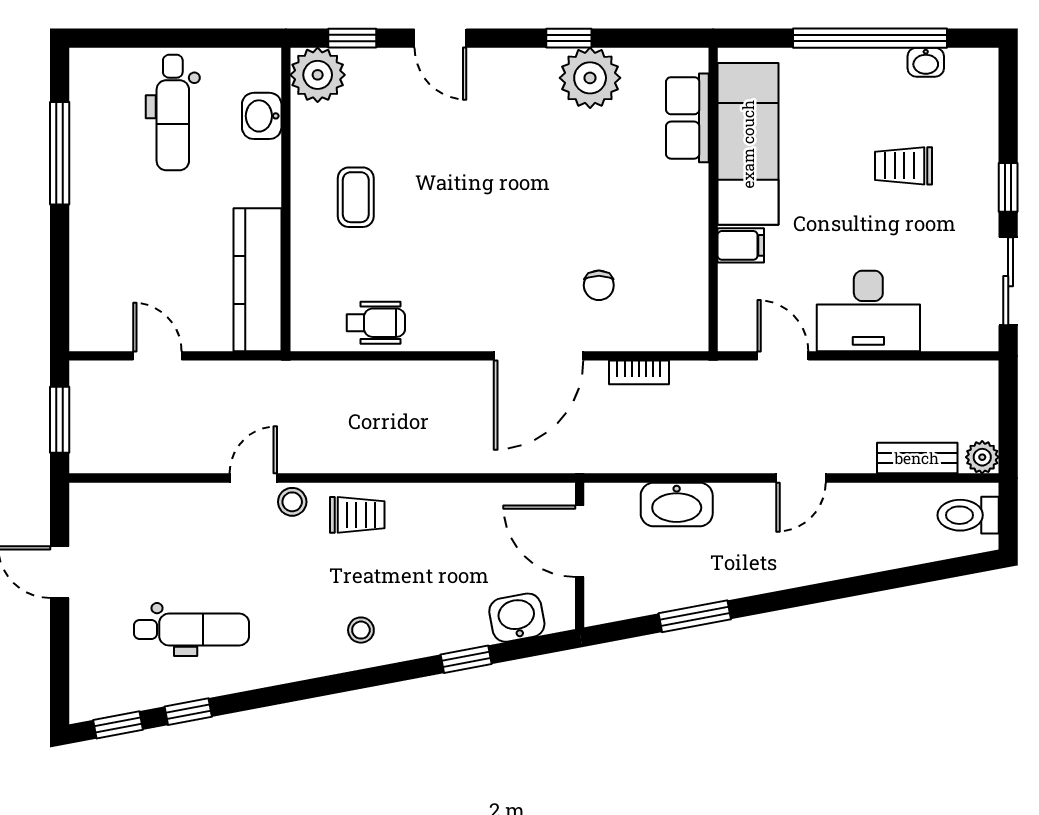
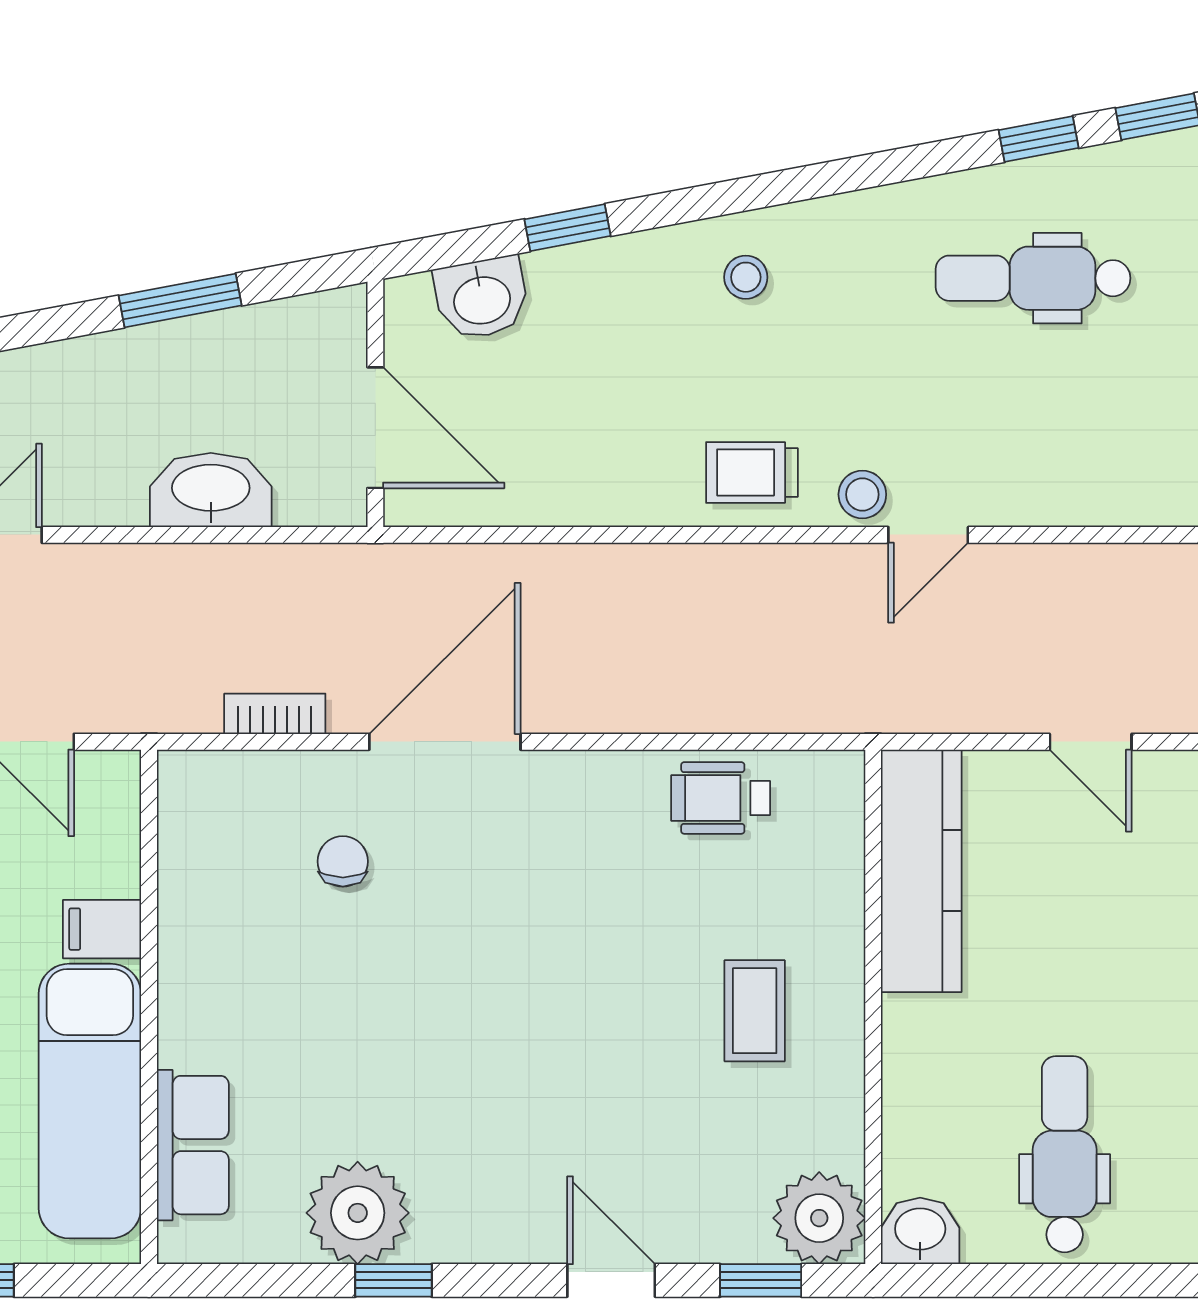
washbasin: (262, 116) -> (920, 1231), moved, turned -90

